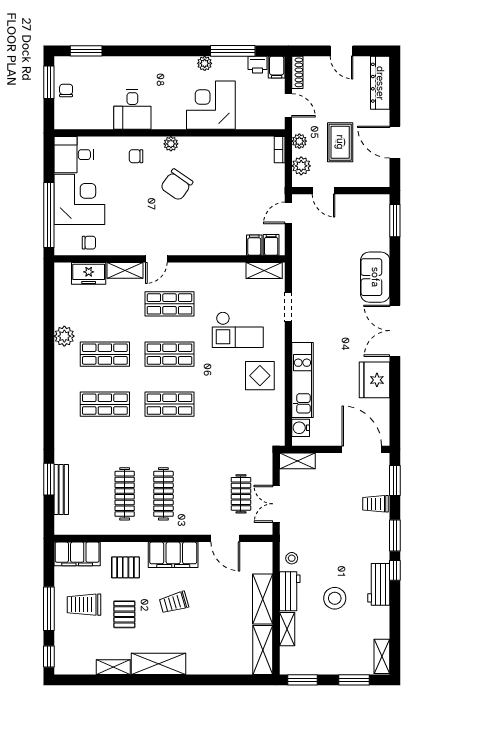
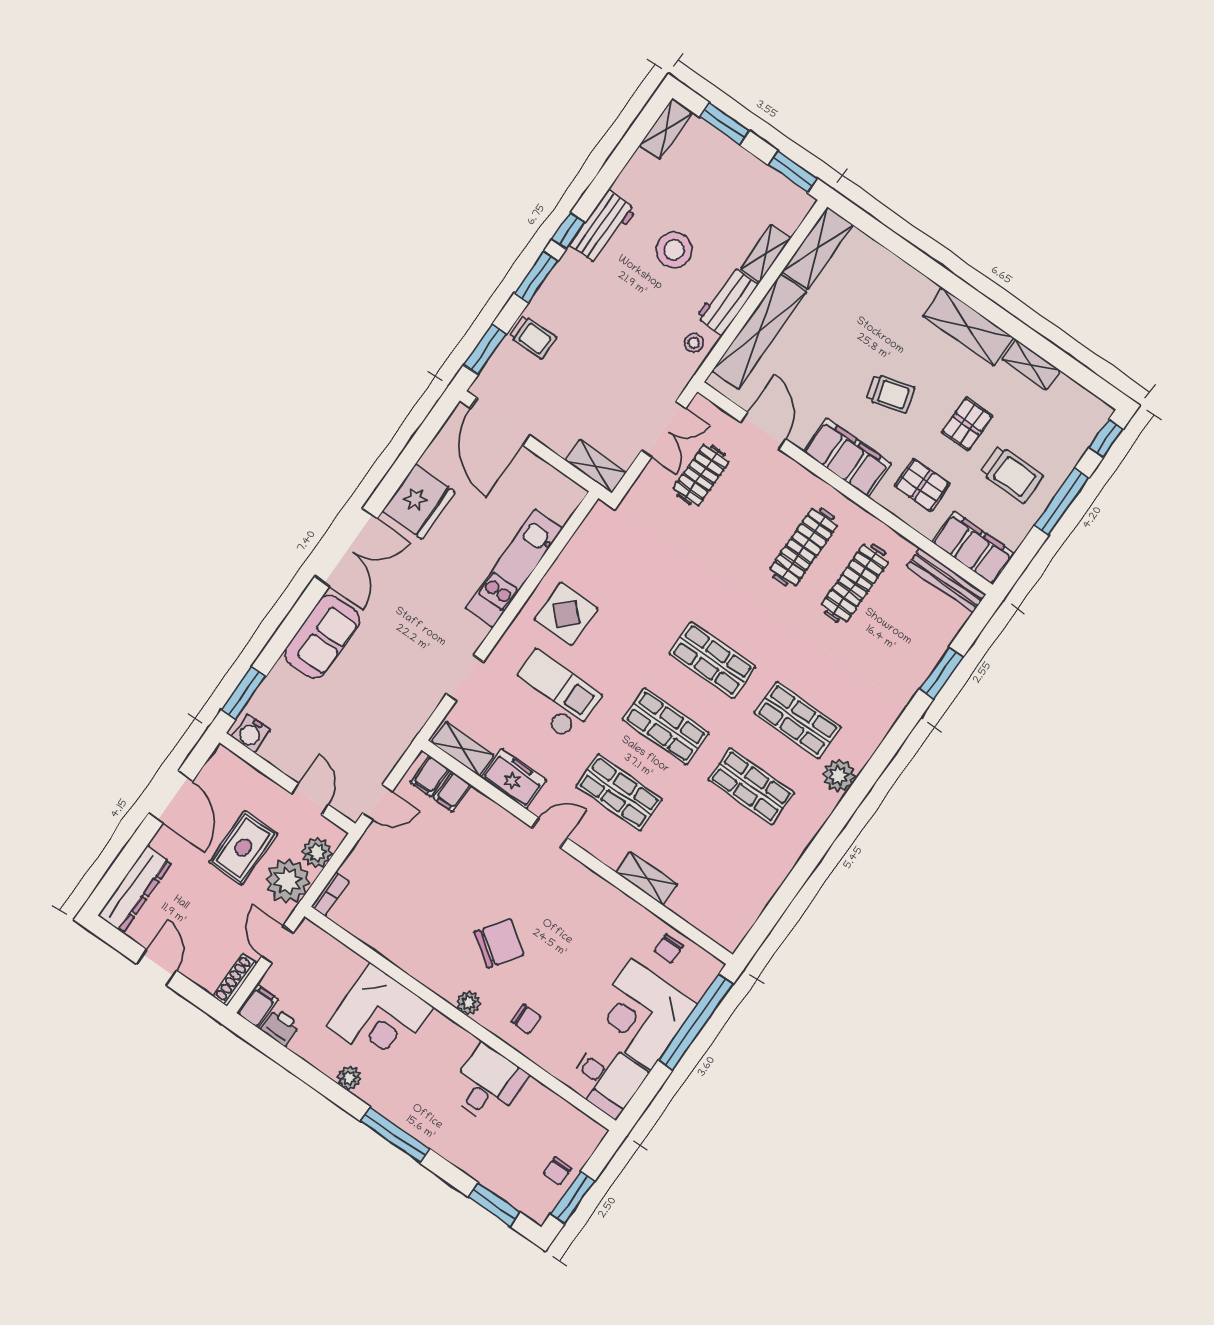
window: (233, 51) -> (395, 1135), moved
plant: (299, 141) -> (288, 881), width x1.87, depth x1.87
chair: (89, 243) -> (669, 948), turned -90
door: (156, 259) -> (550, 833), moved
freezer: (89, 273) -> (514, 779), moved
plant: (64, 336) -> (839, 776), moved
water cooler: (301, 428) -> (251, 733), moved, turned 90
bench: (61, 490) -> (946, 580), moved, turned 90
shelving: (263, 599) -> (759, 332), width x1.47

